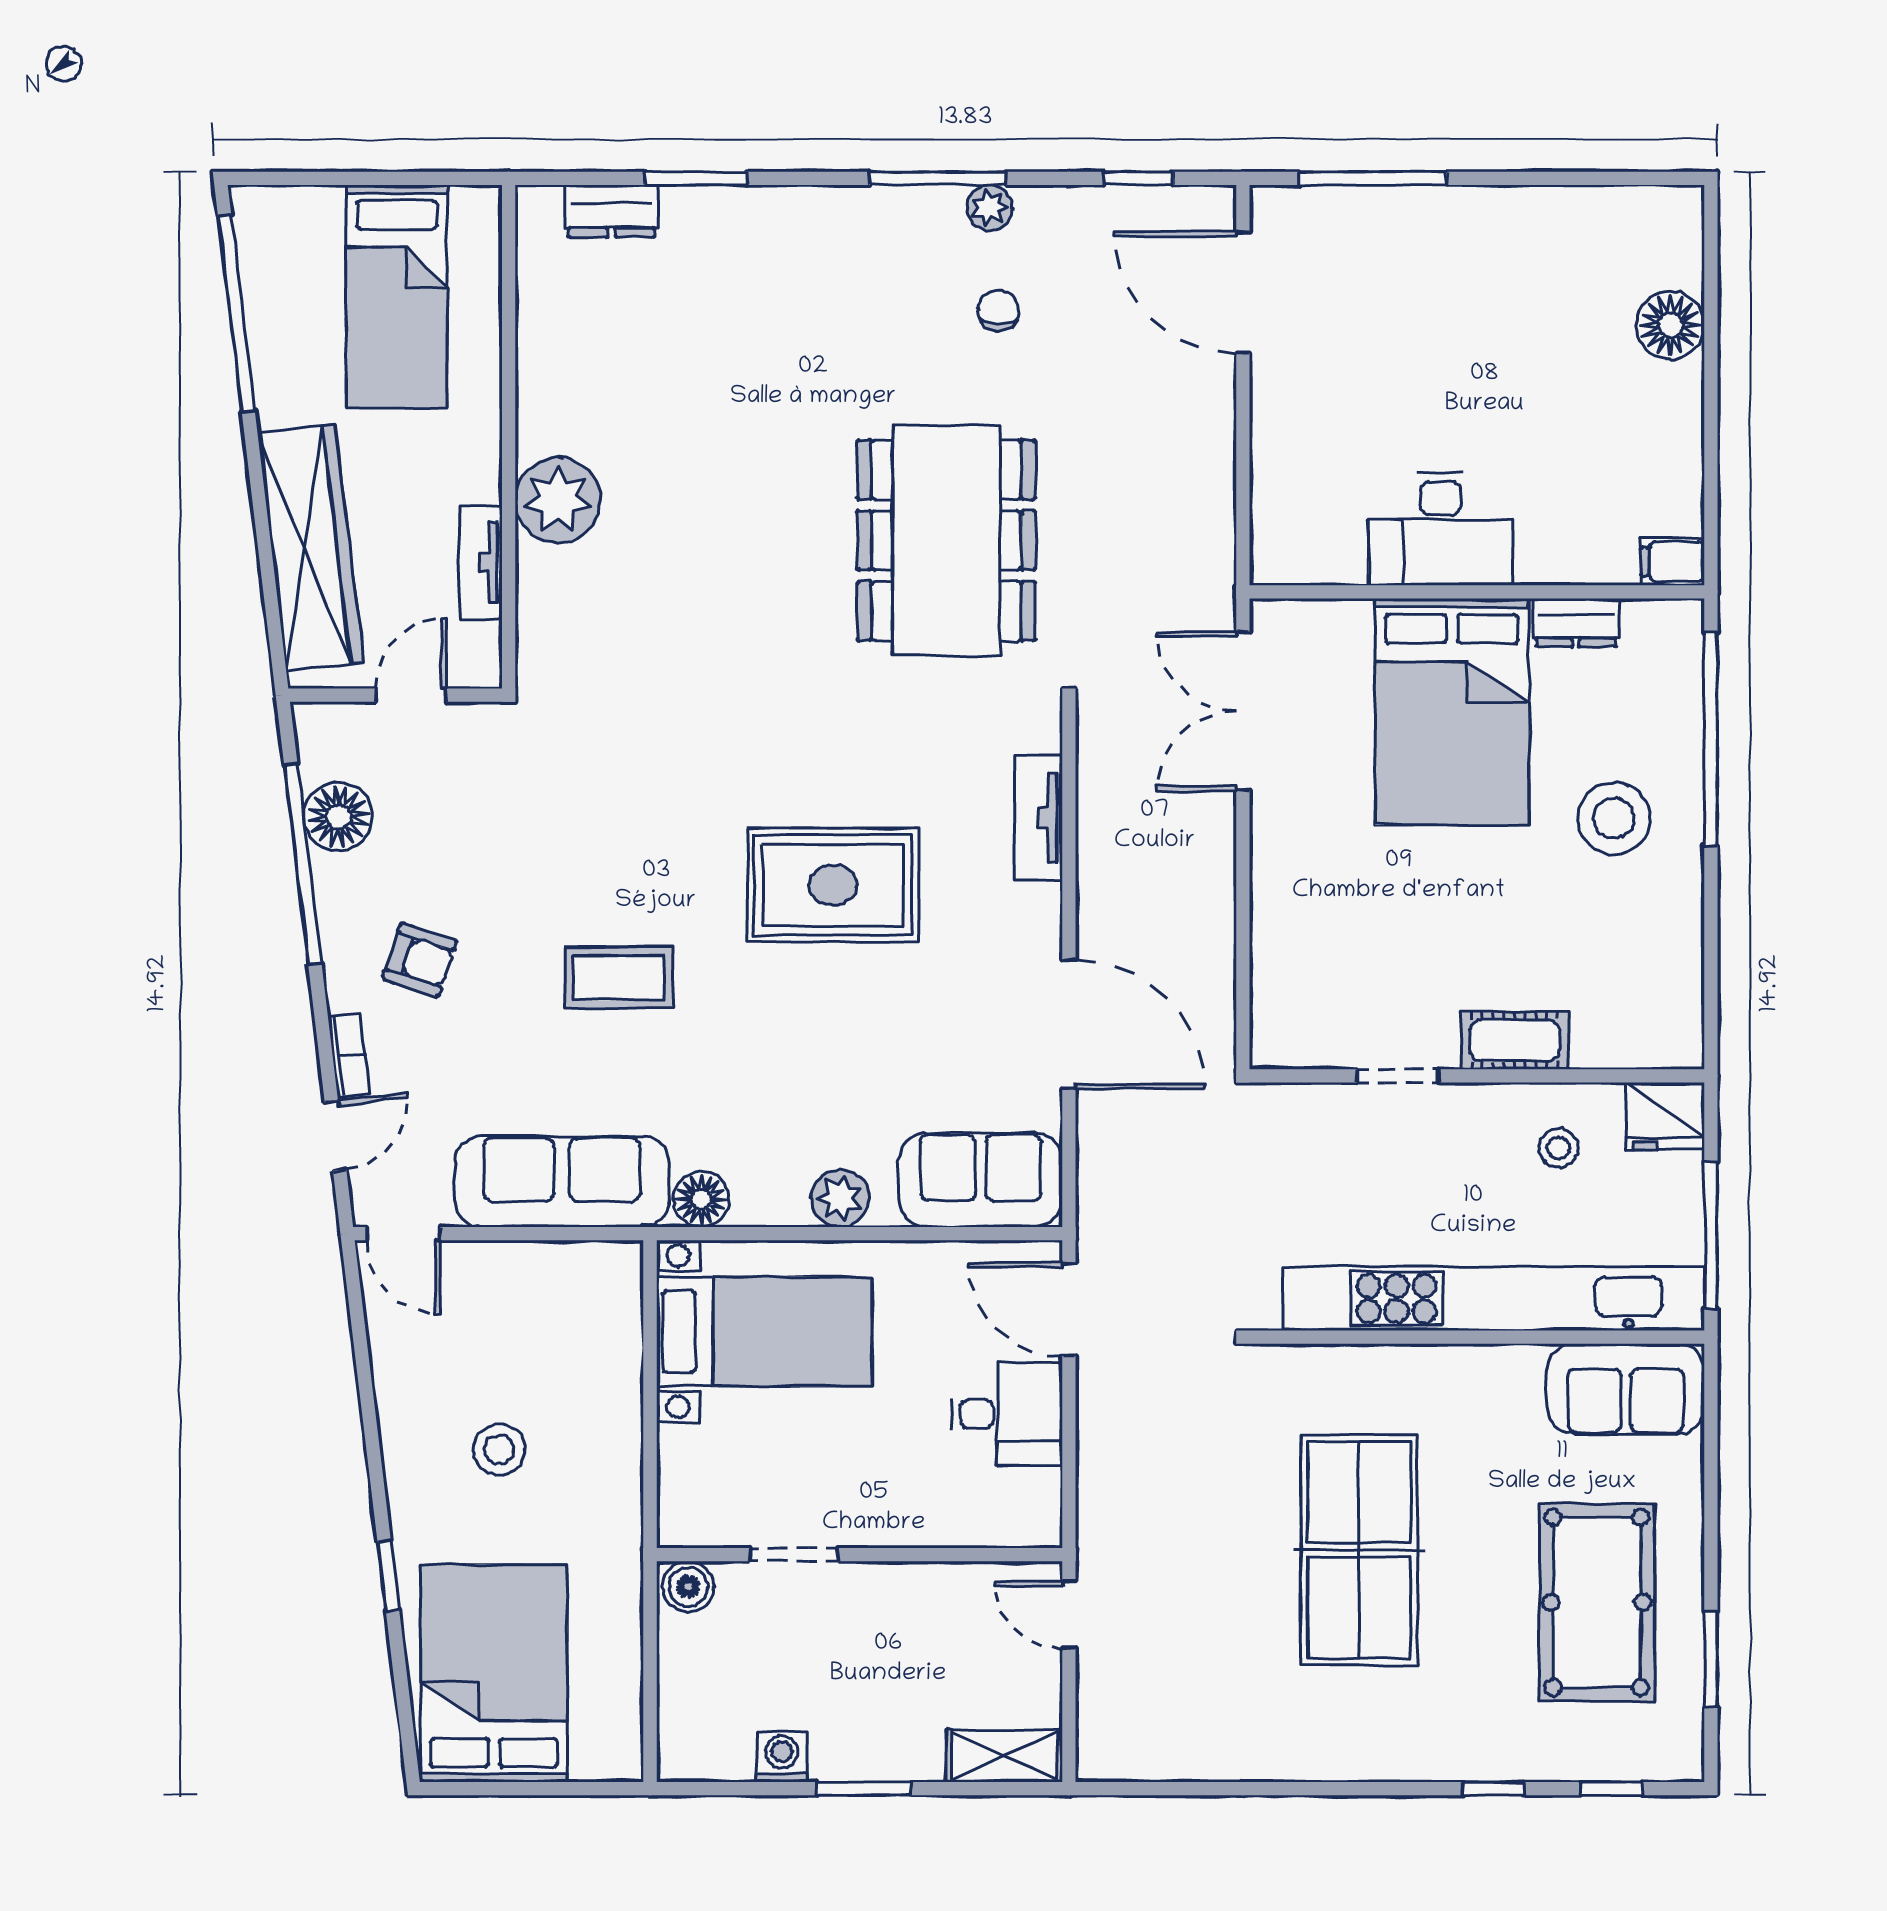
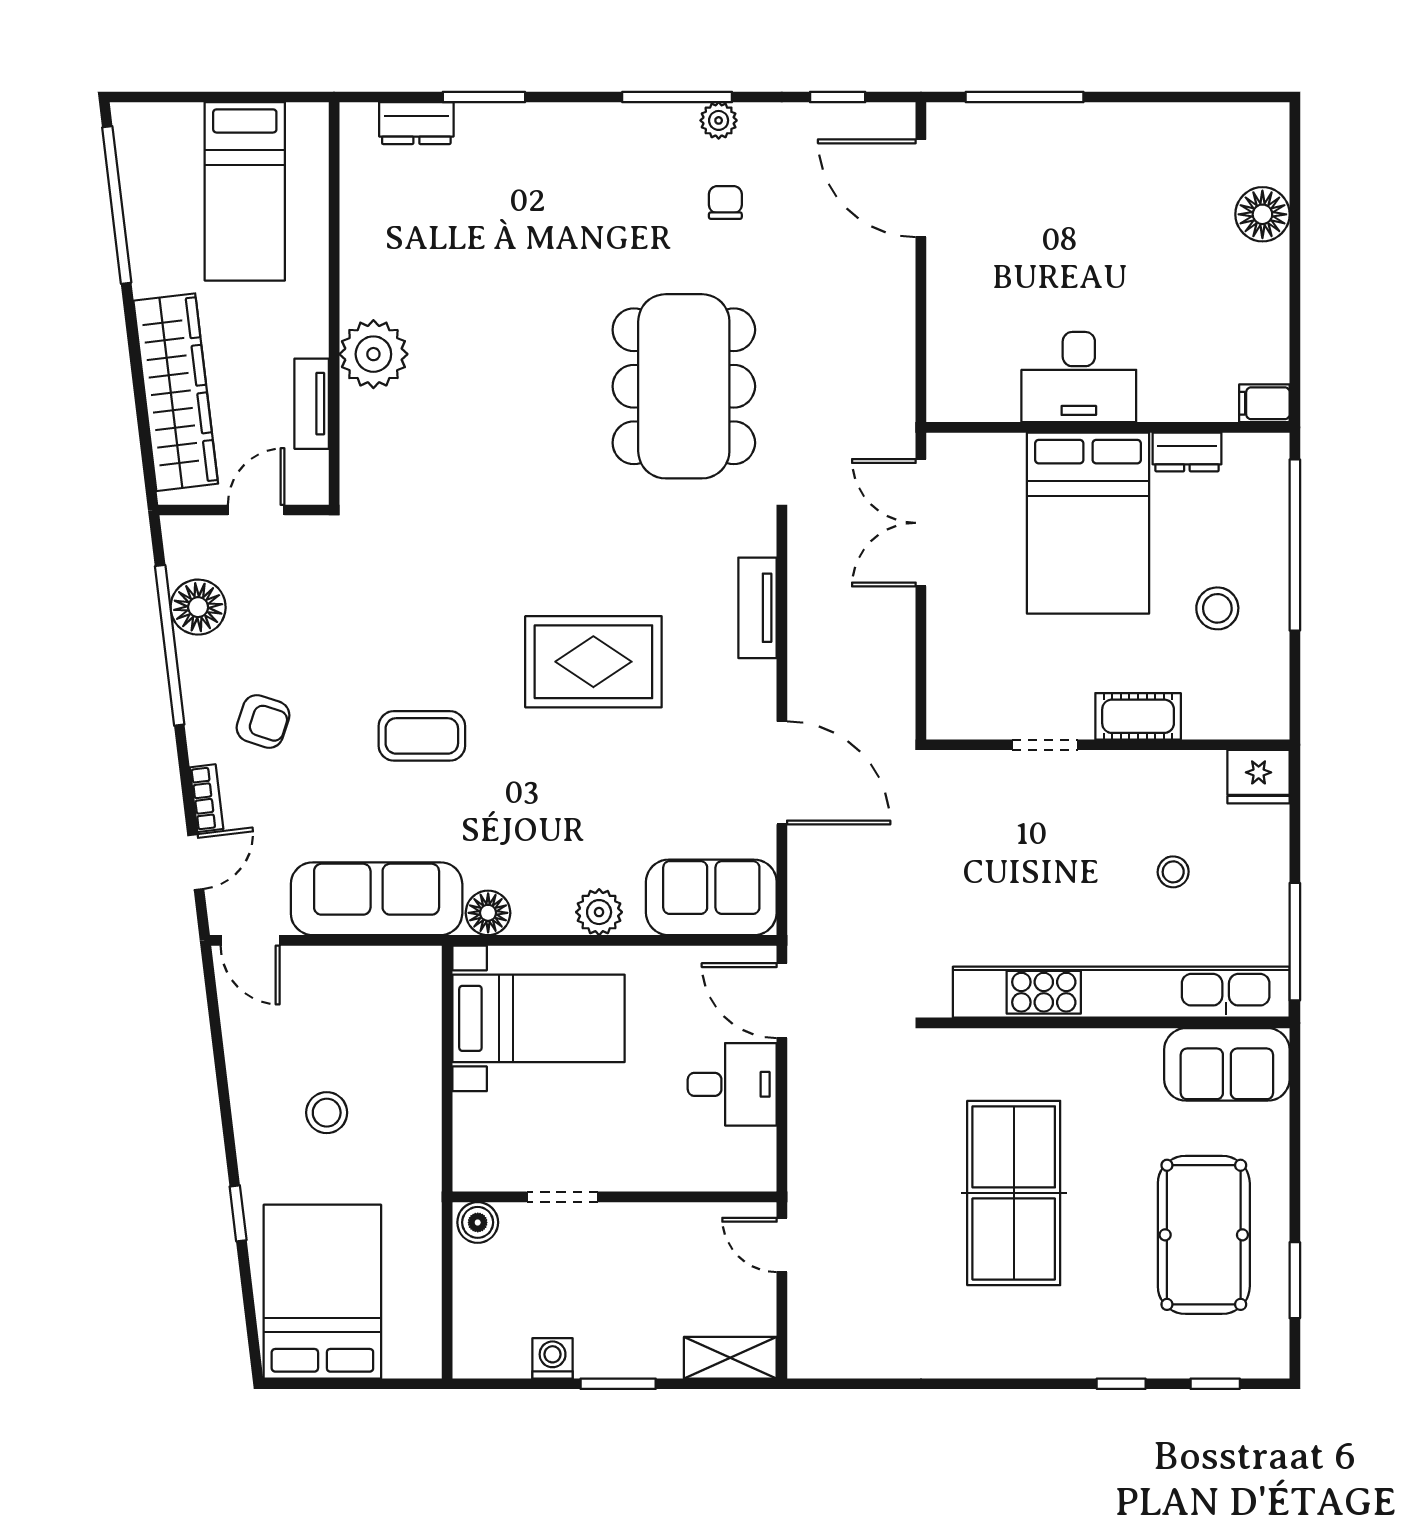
stool: (1614, 818) -> (1217, 608), width x0.73, depth x0.73
cot: (1515, 1040) -> (1138, 716), moved
doorway: (1398, 1076) -> (1045, 745), moved
wall: (1477, 1076) -> (1108, 745), moved
fridge: (1665, 1116) -> (1259, 777), moved

